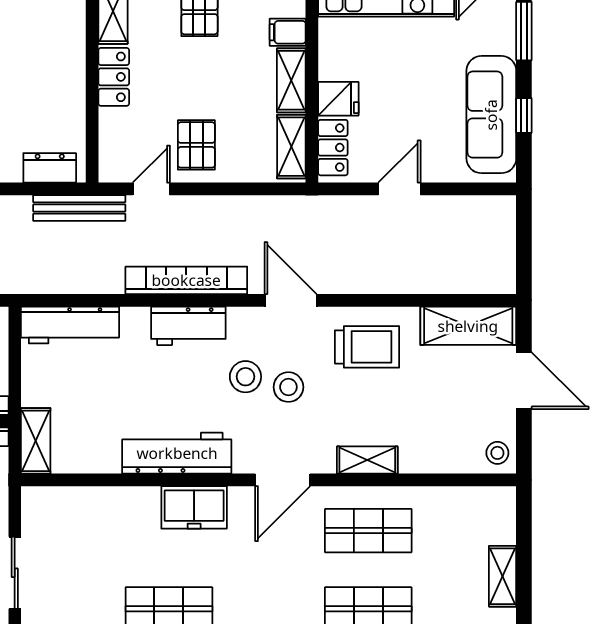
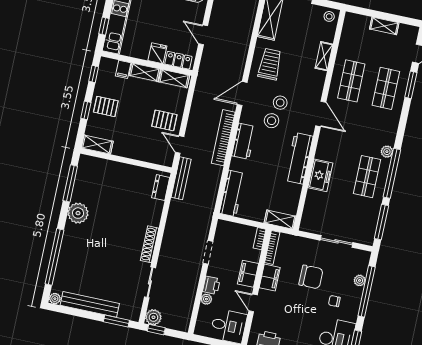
locker: (114, 77) -> (126, 151), removed
shelving: (367, 460) -> (324, 56), moved
freezer: (194, 507) -> (320, 175), moved

